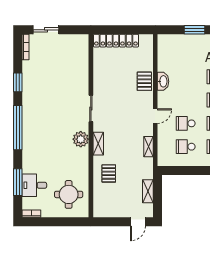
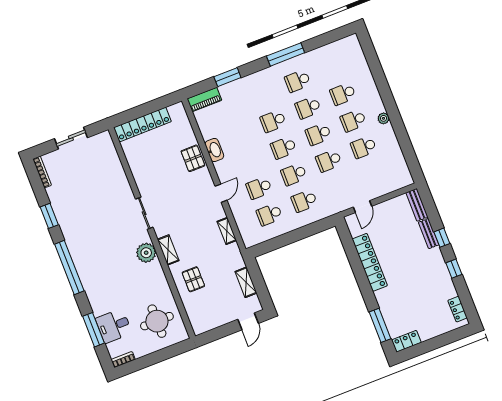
sliding door: (46, 30) -> (71, 138), moved
piano: (170, 40) -> (204, 99), added

